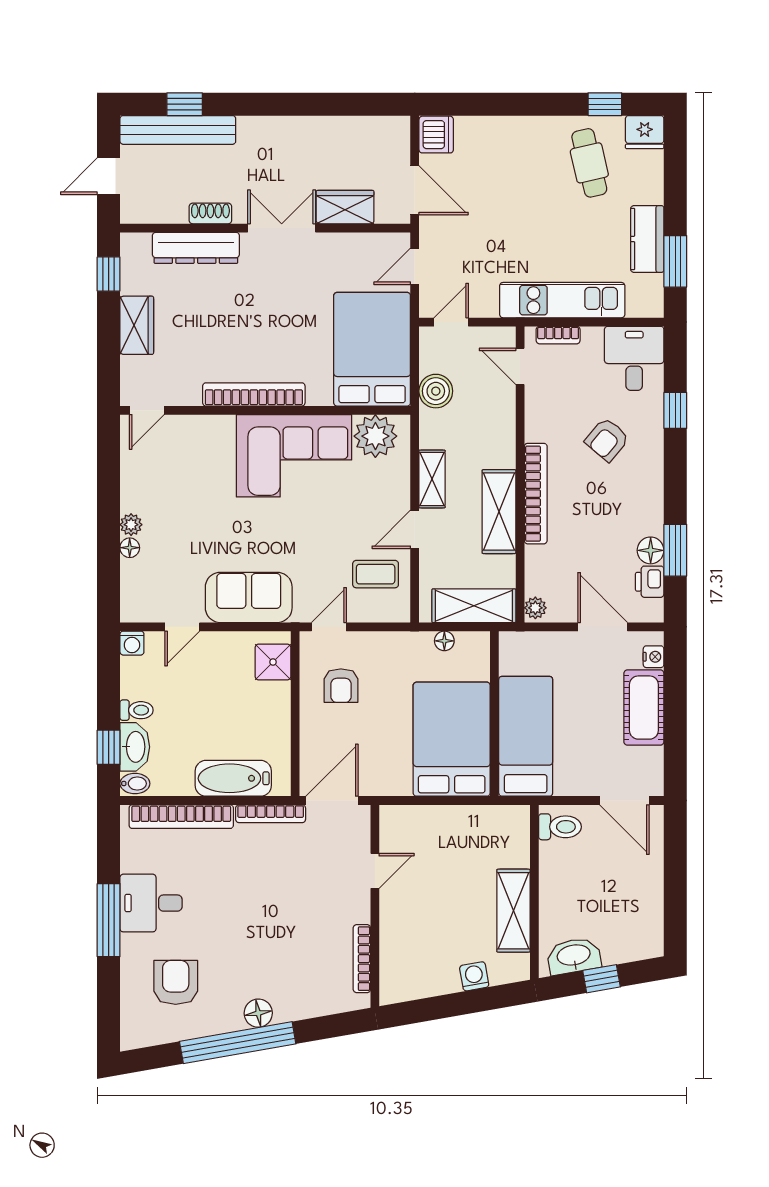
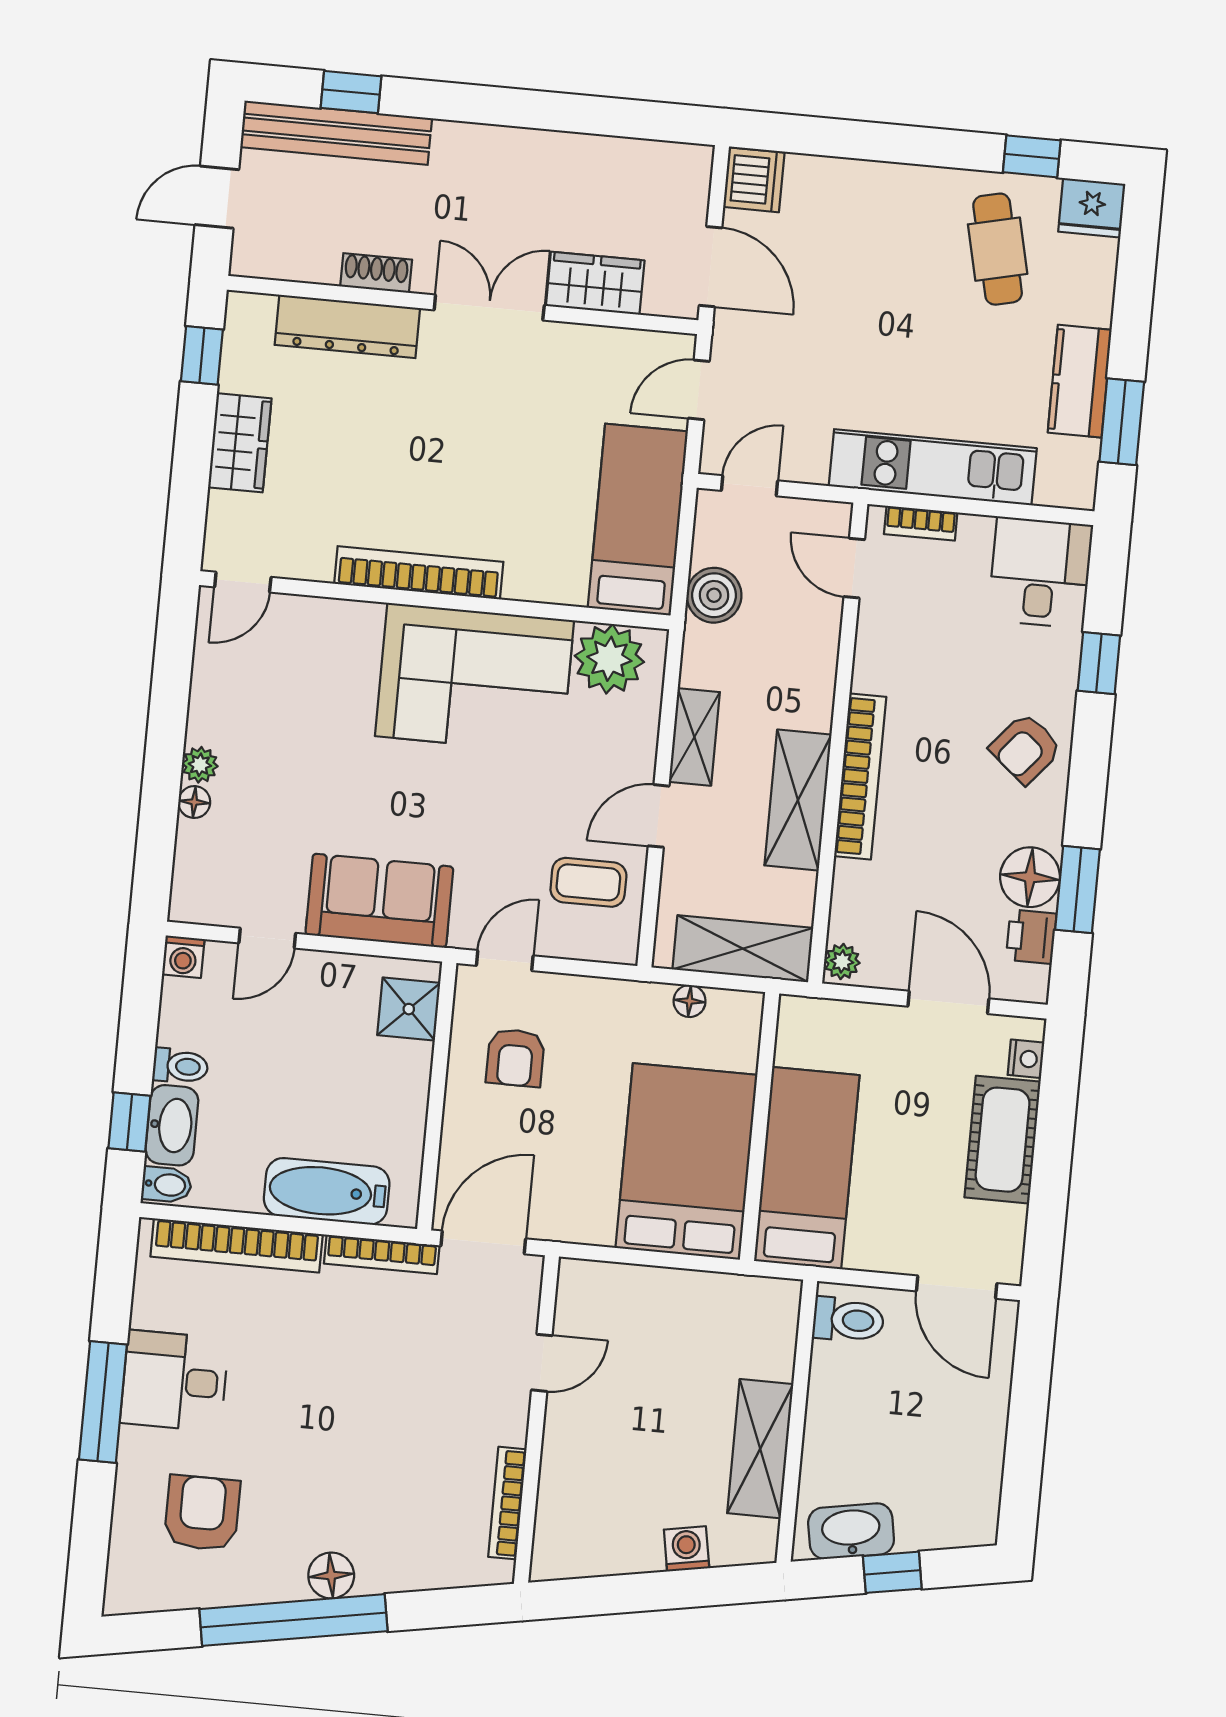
bed: (372, 349) -> (638, 520), width x0.67
armchair: (607, 440) -> (1026, 748), moved
floor lamp: (651, 550) -> (1030, 877), width x1.38, depth x1.38

